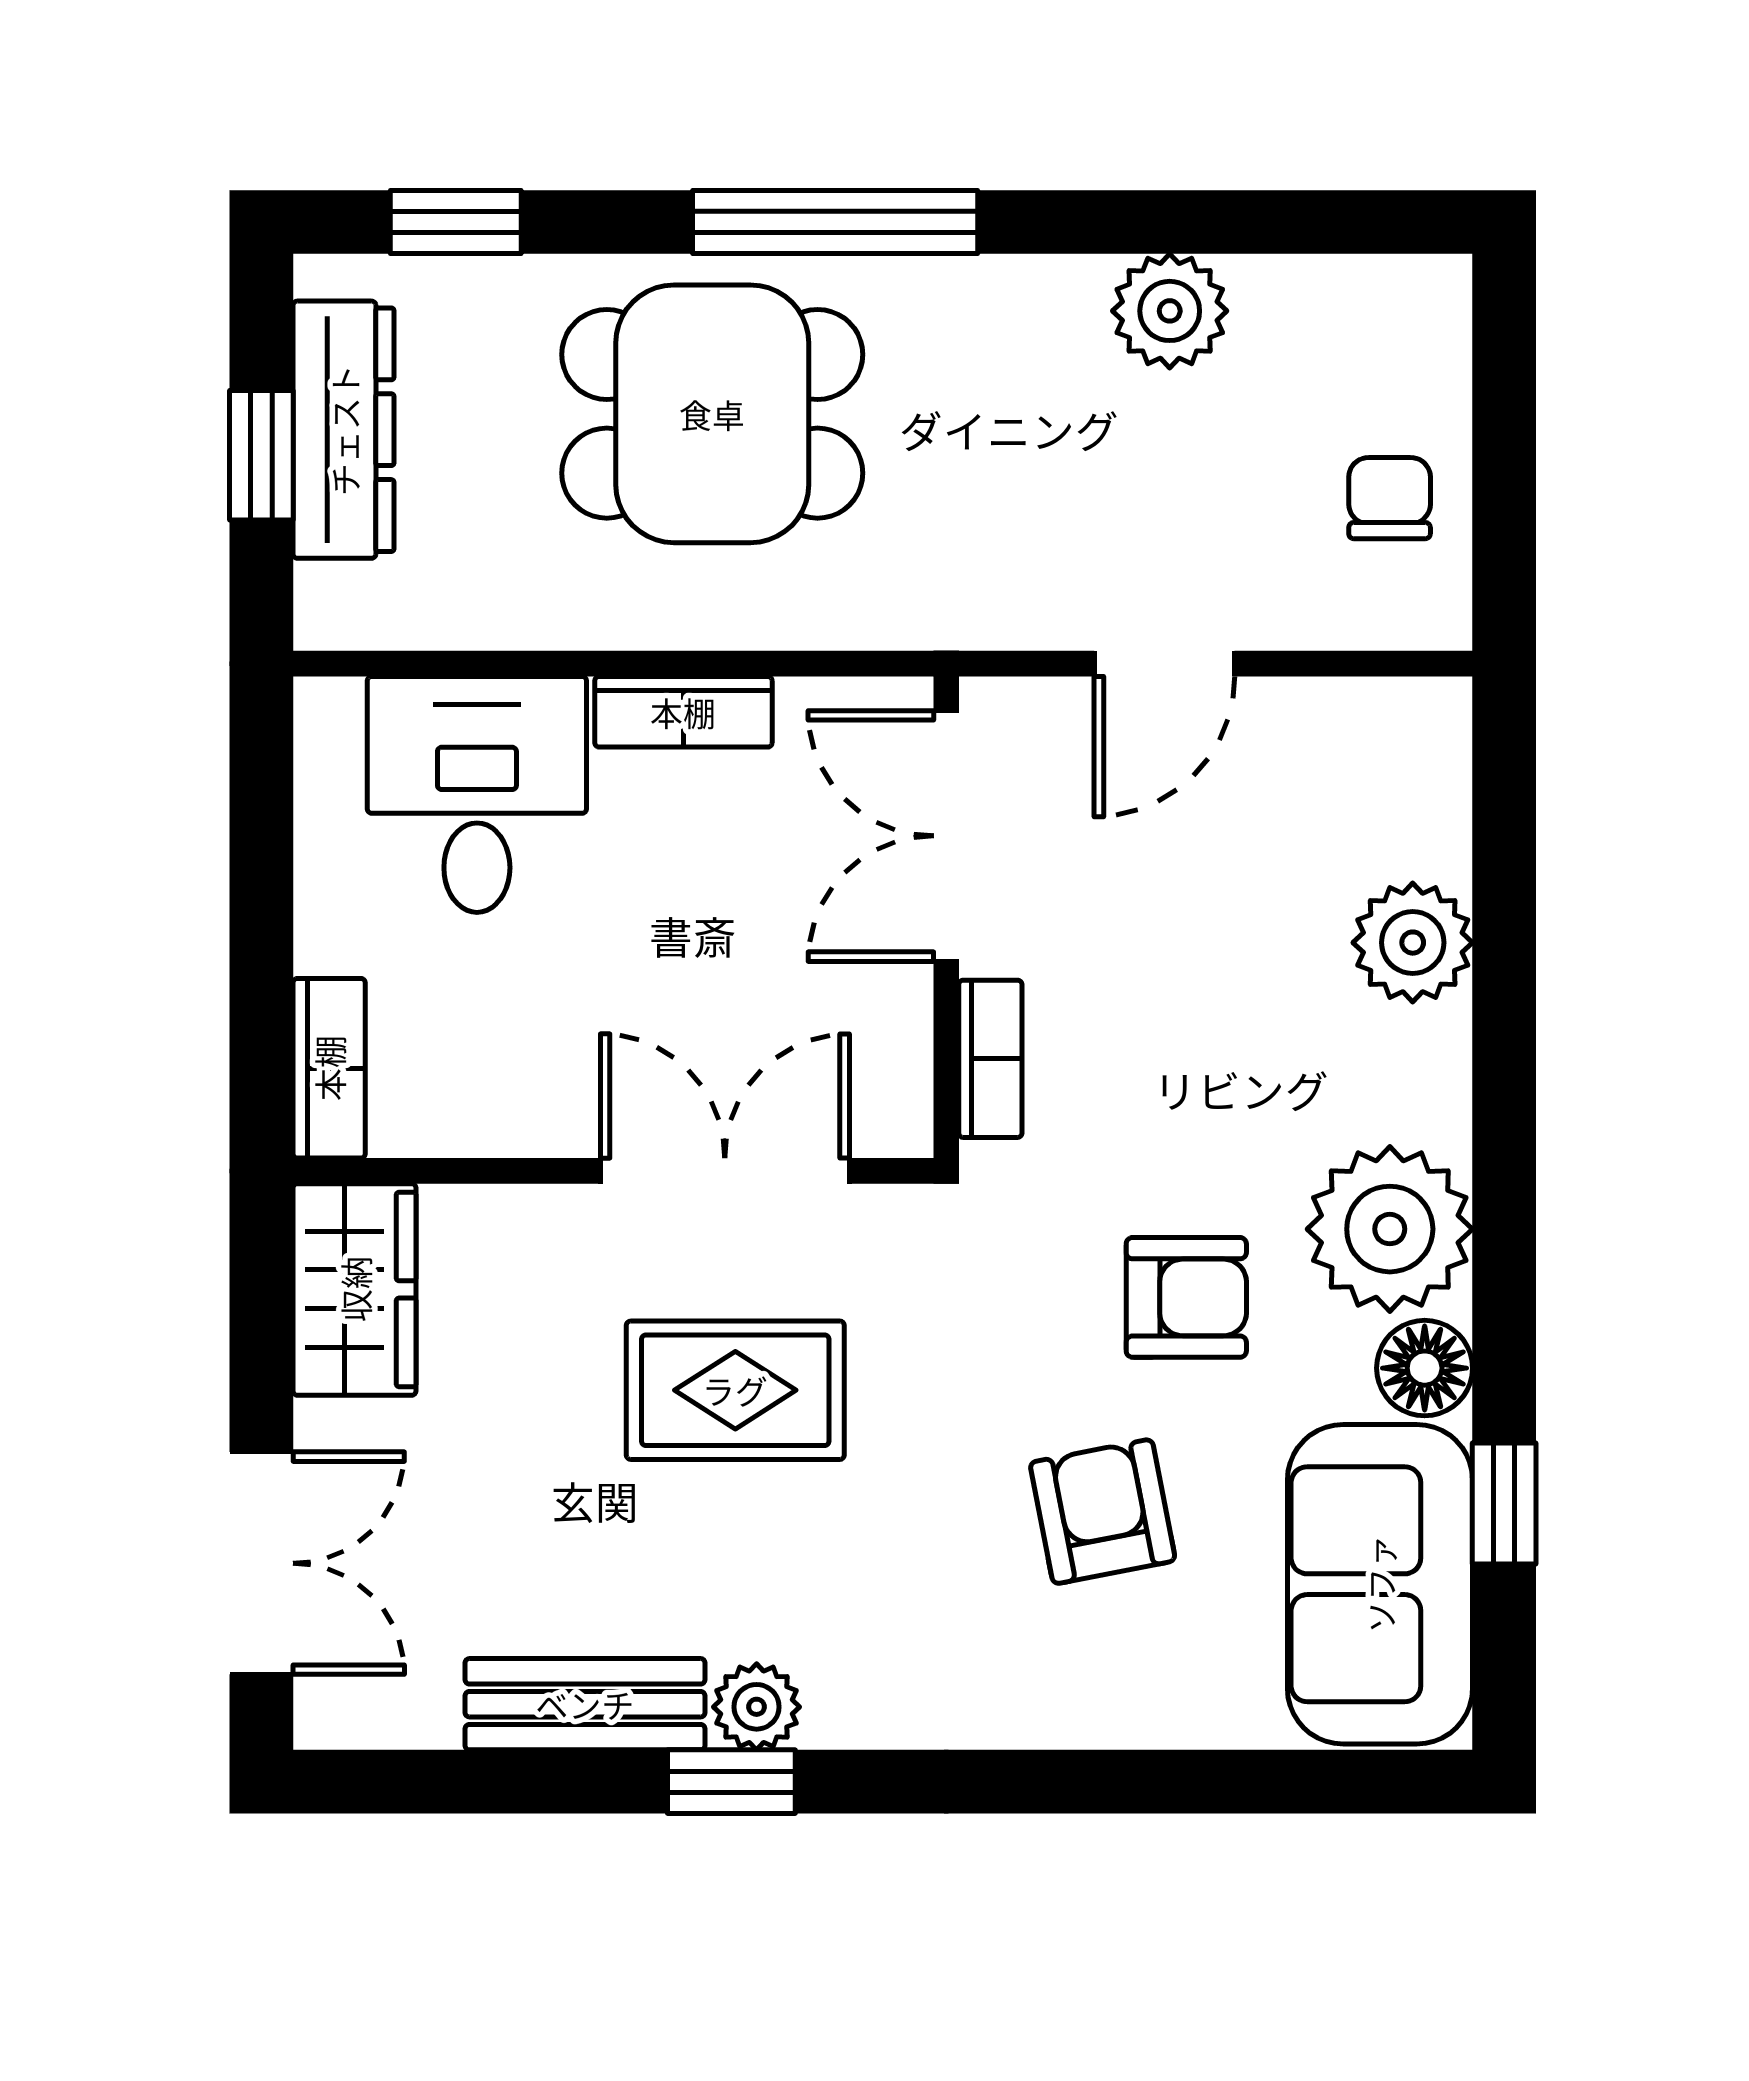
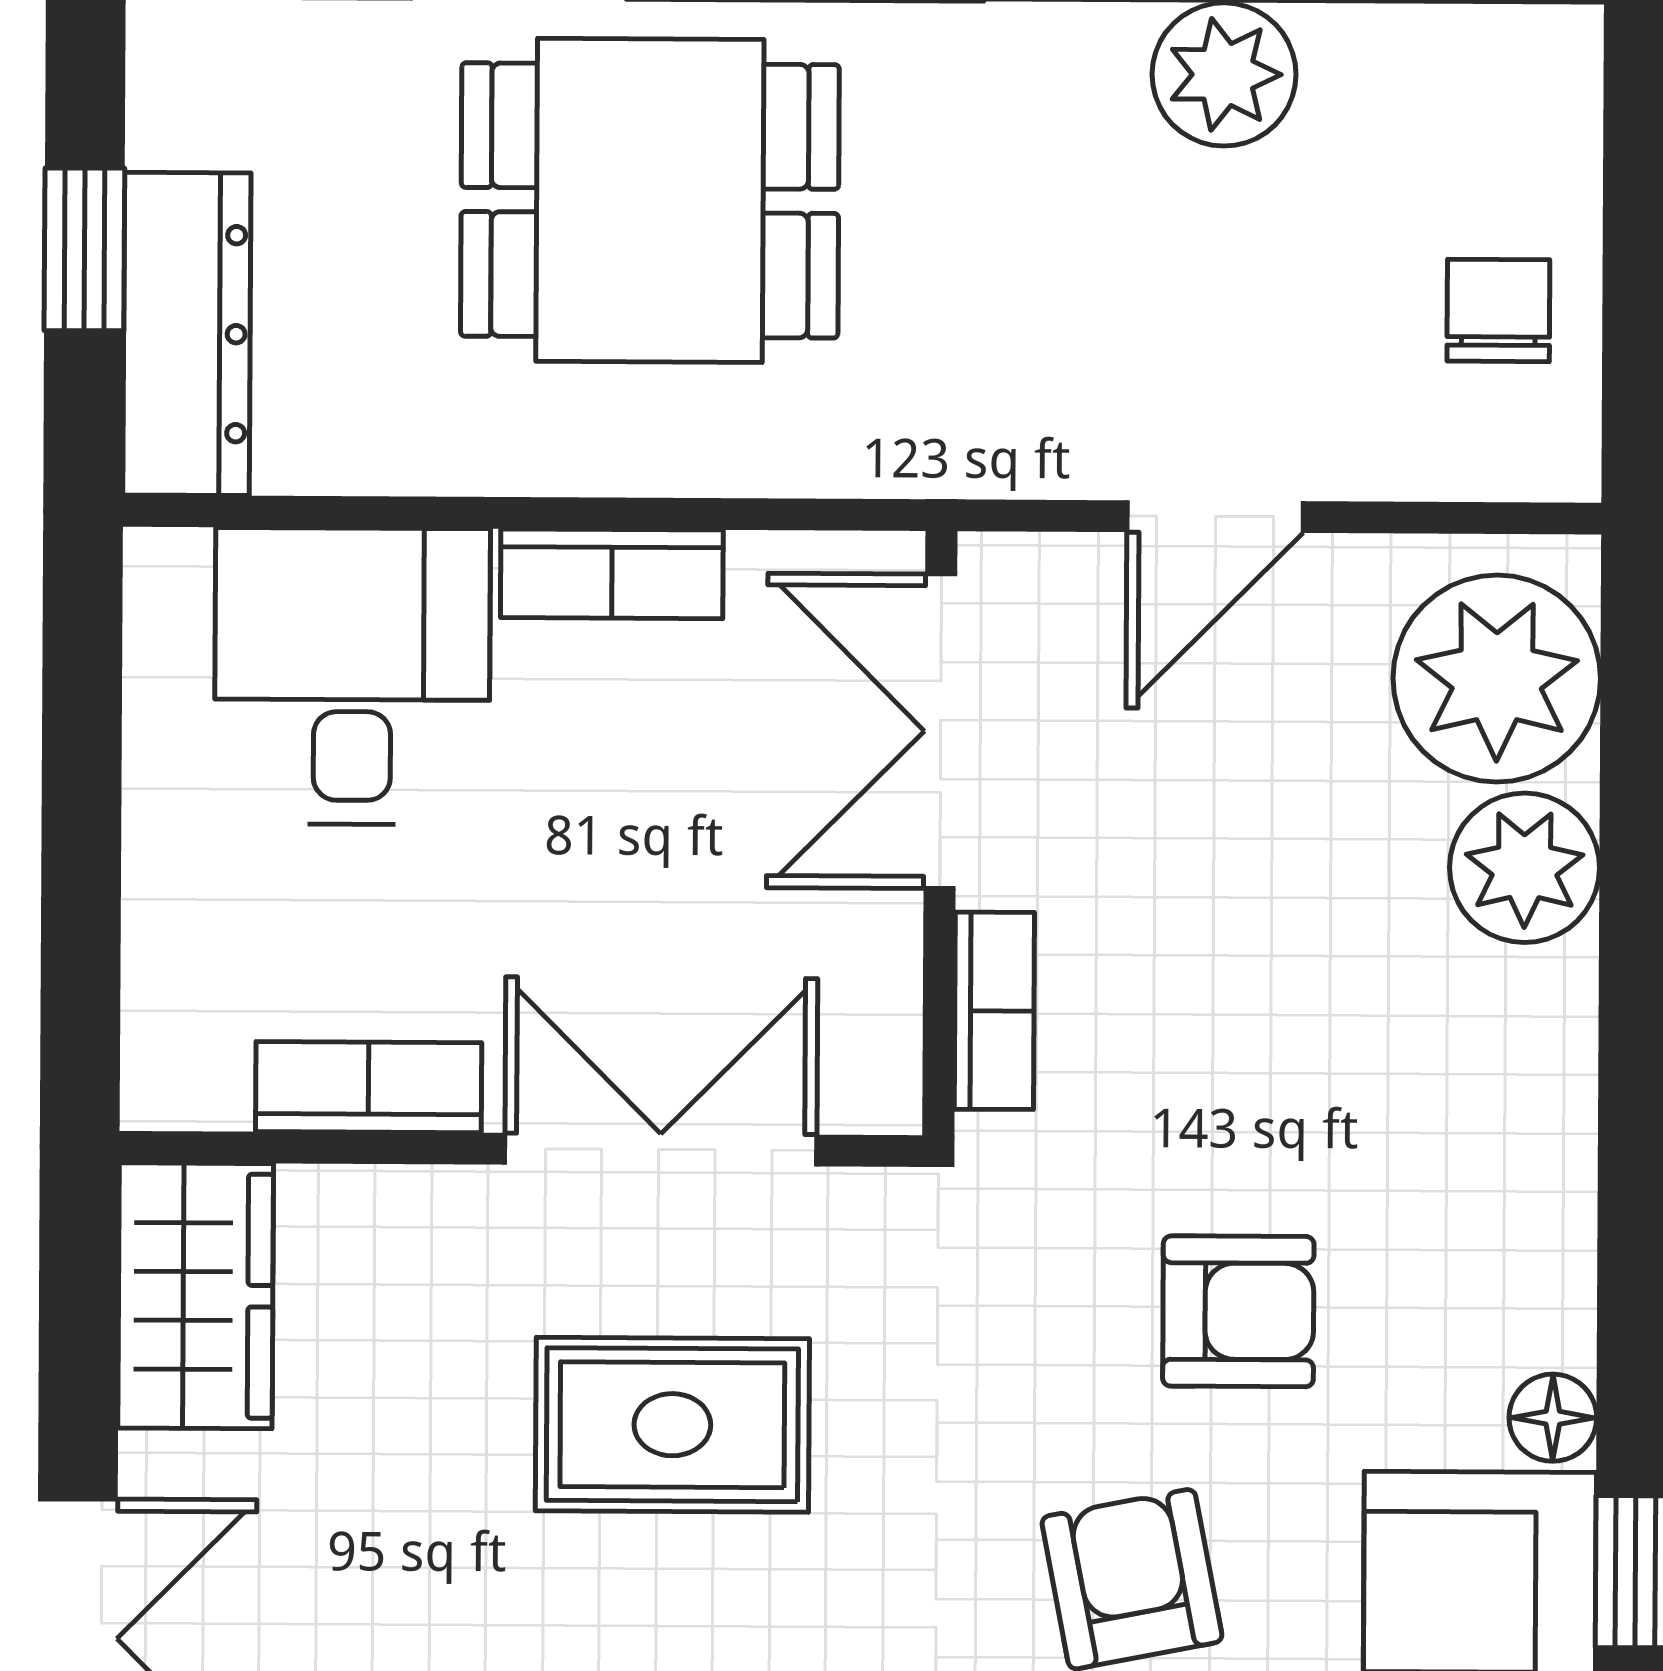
dresser: (344, 430) -> (187, 334), moved
bookcase: (329, 1068) -> (369, 1087), moved, turned -90
plant: (1390, 1229) -> (1497, 679), moved
floor lamp: (1425, 1368) -> (1553, 1418), width x0.73, depth x0.73

